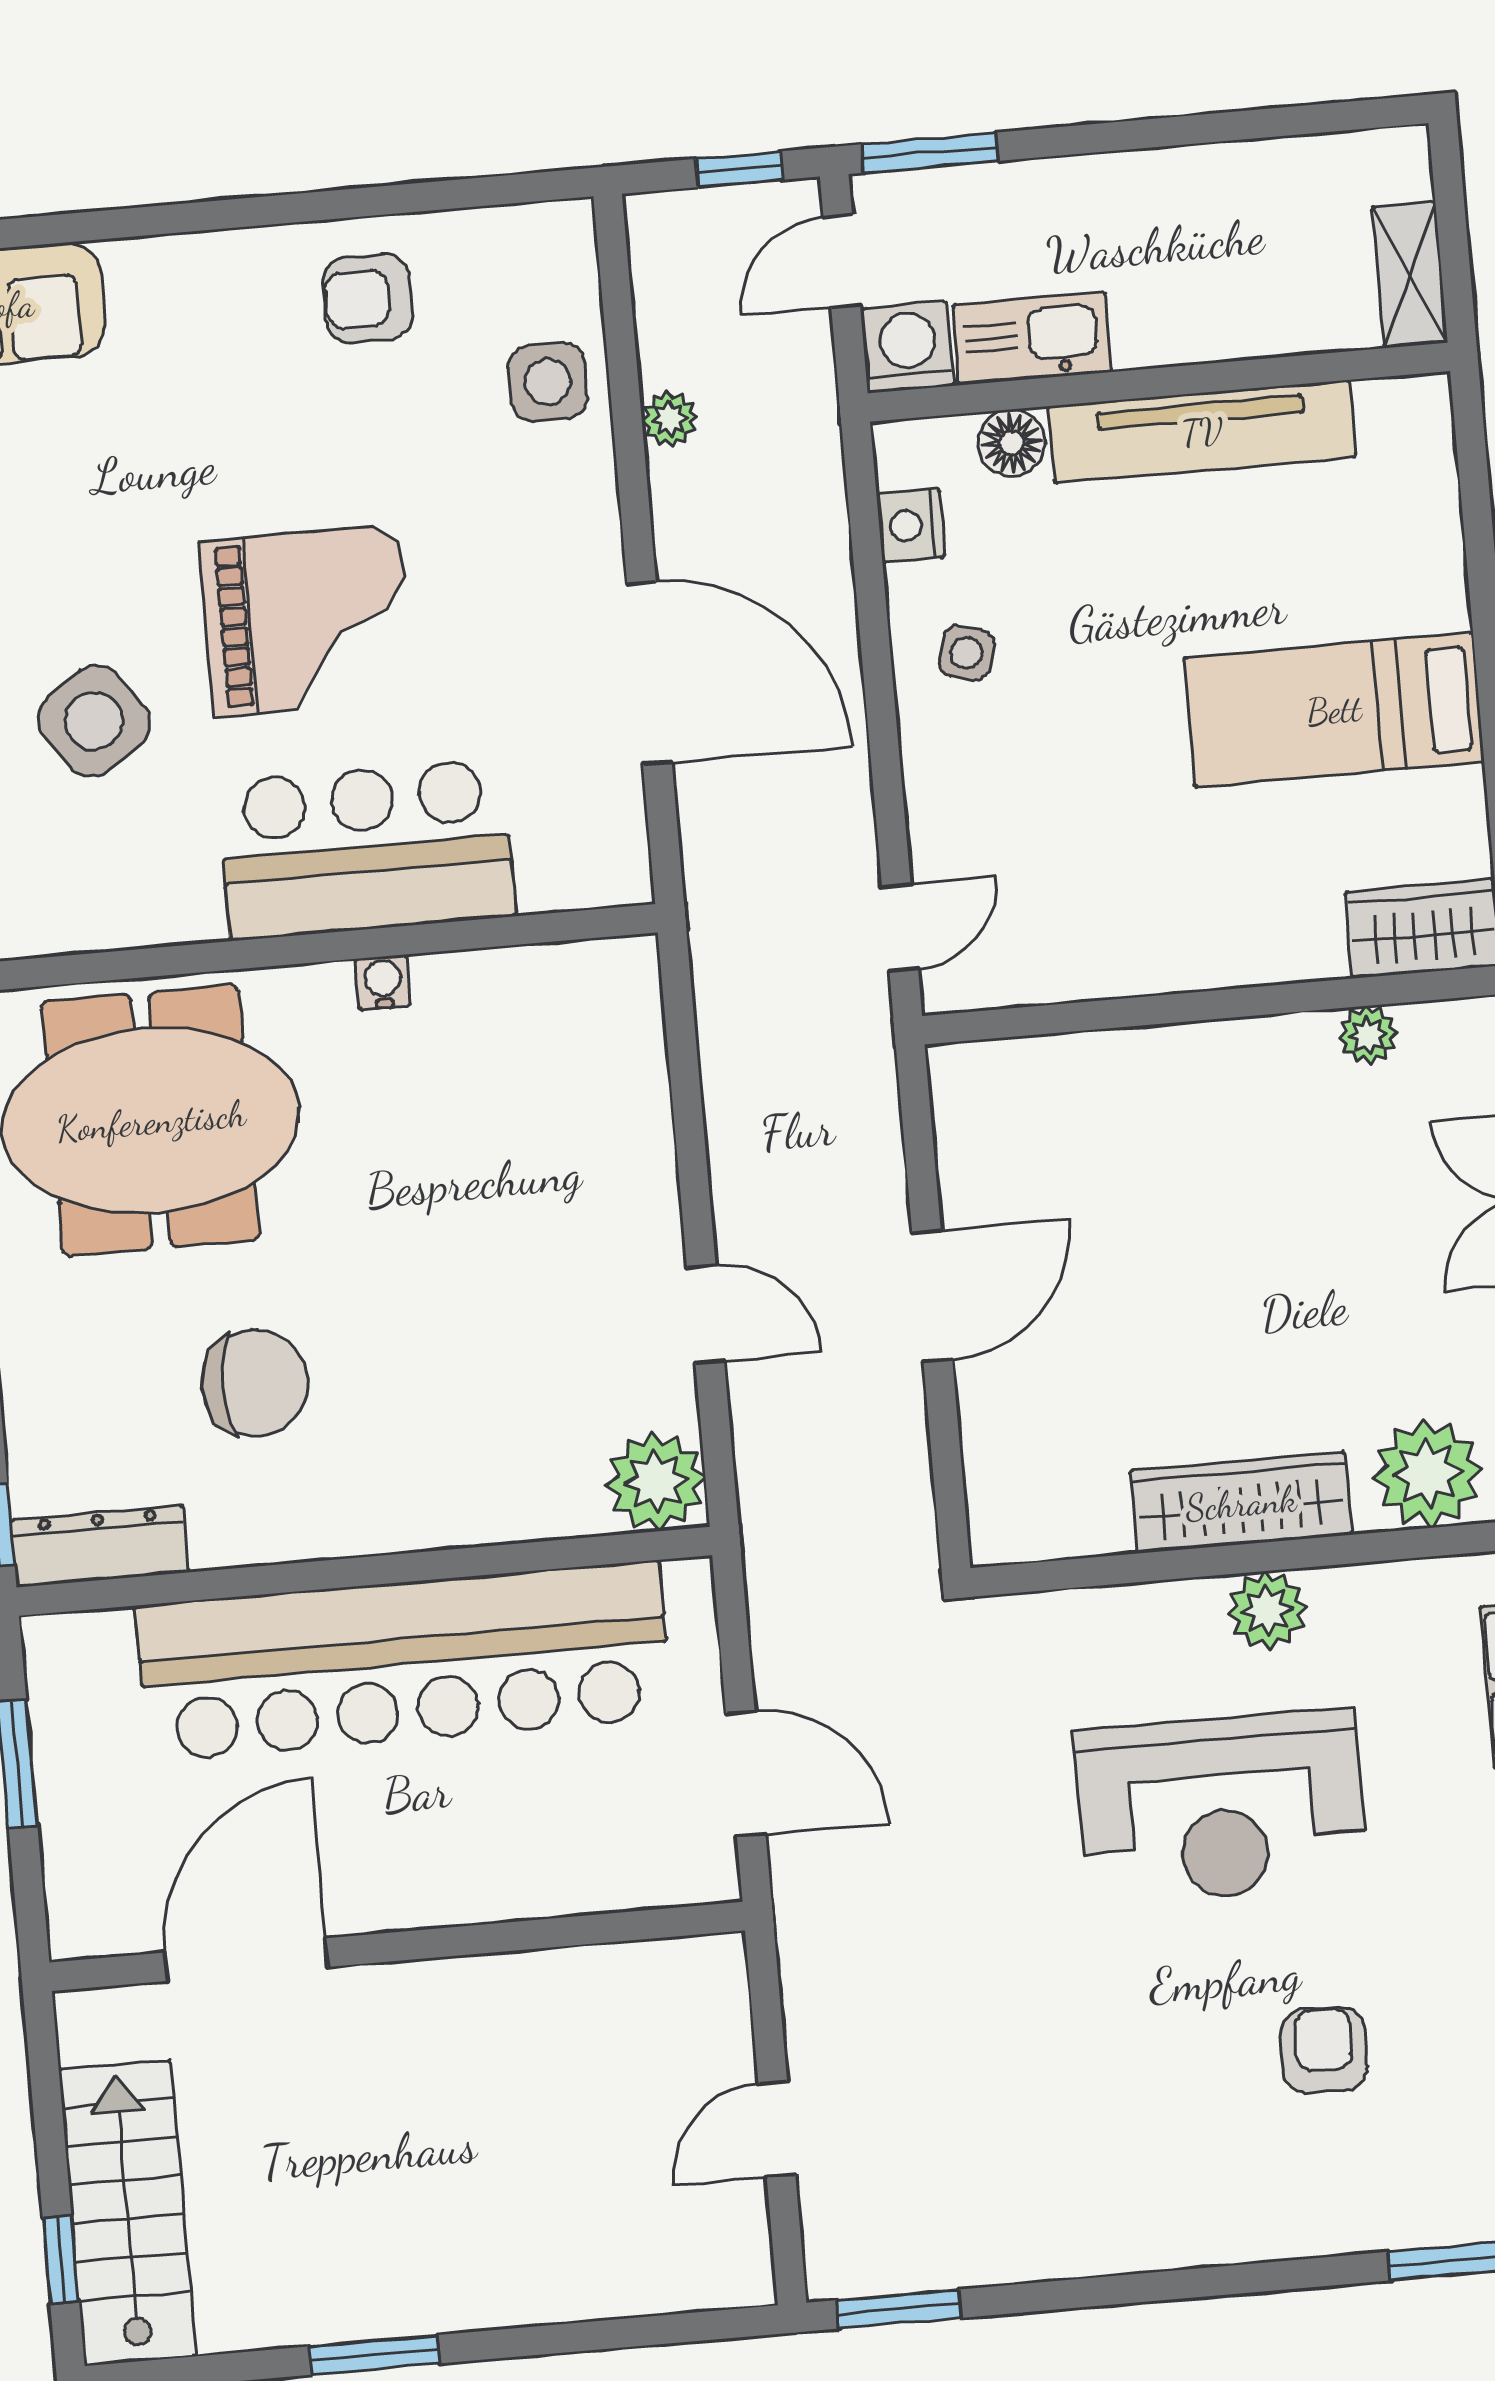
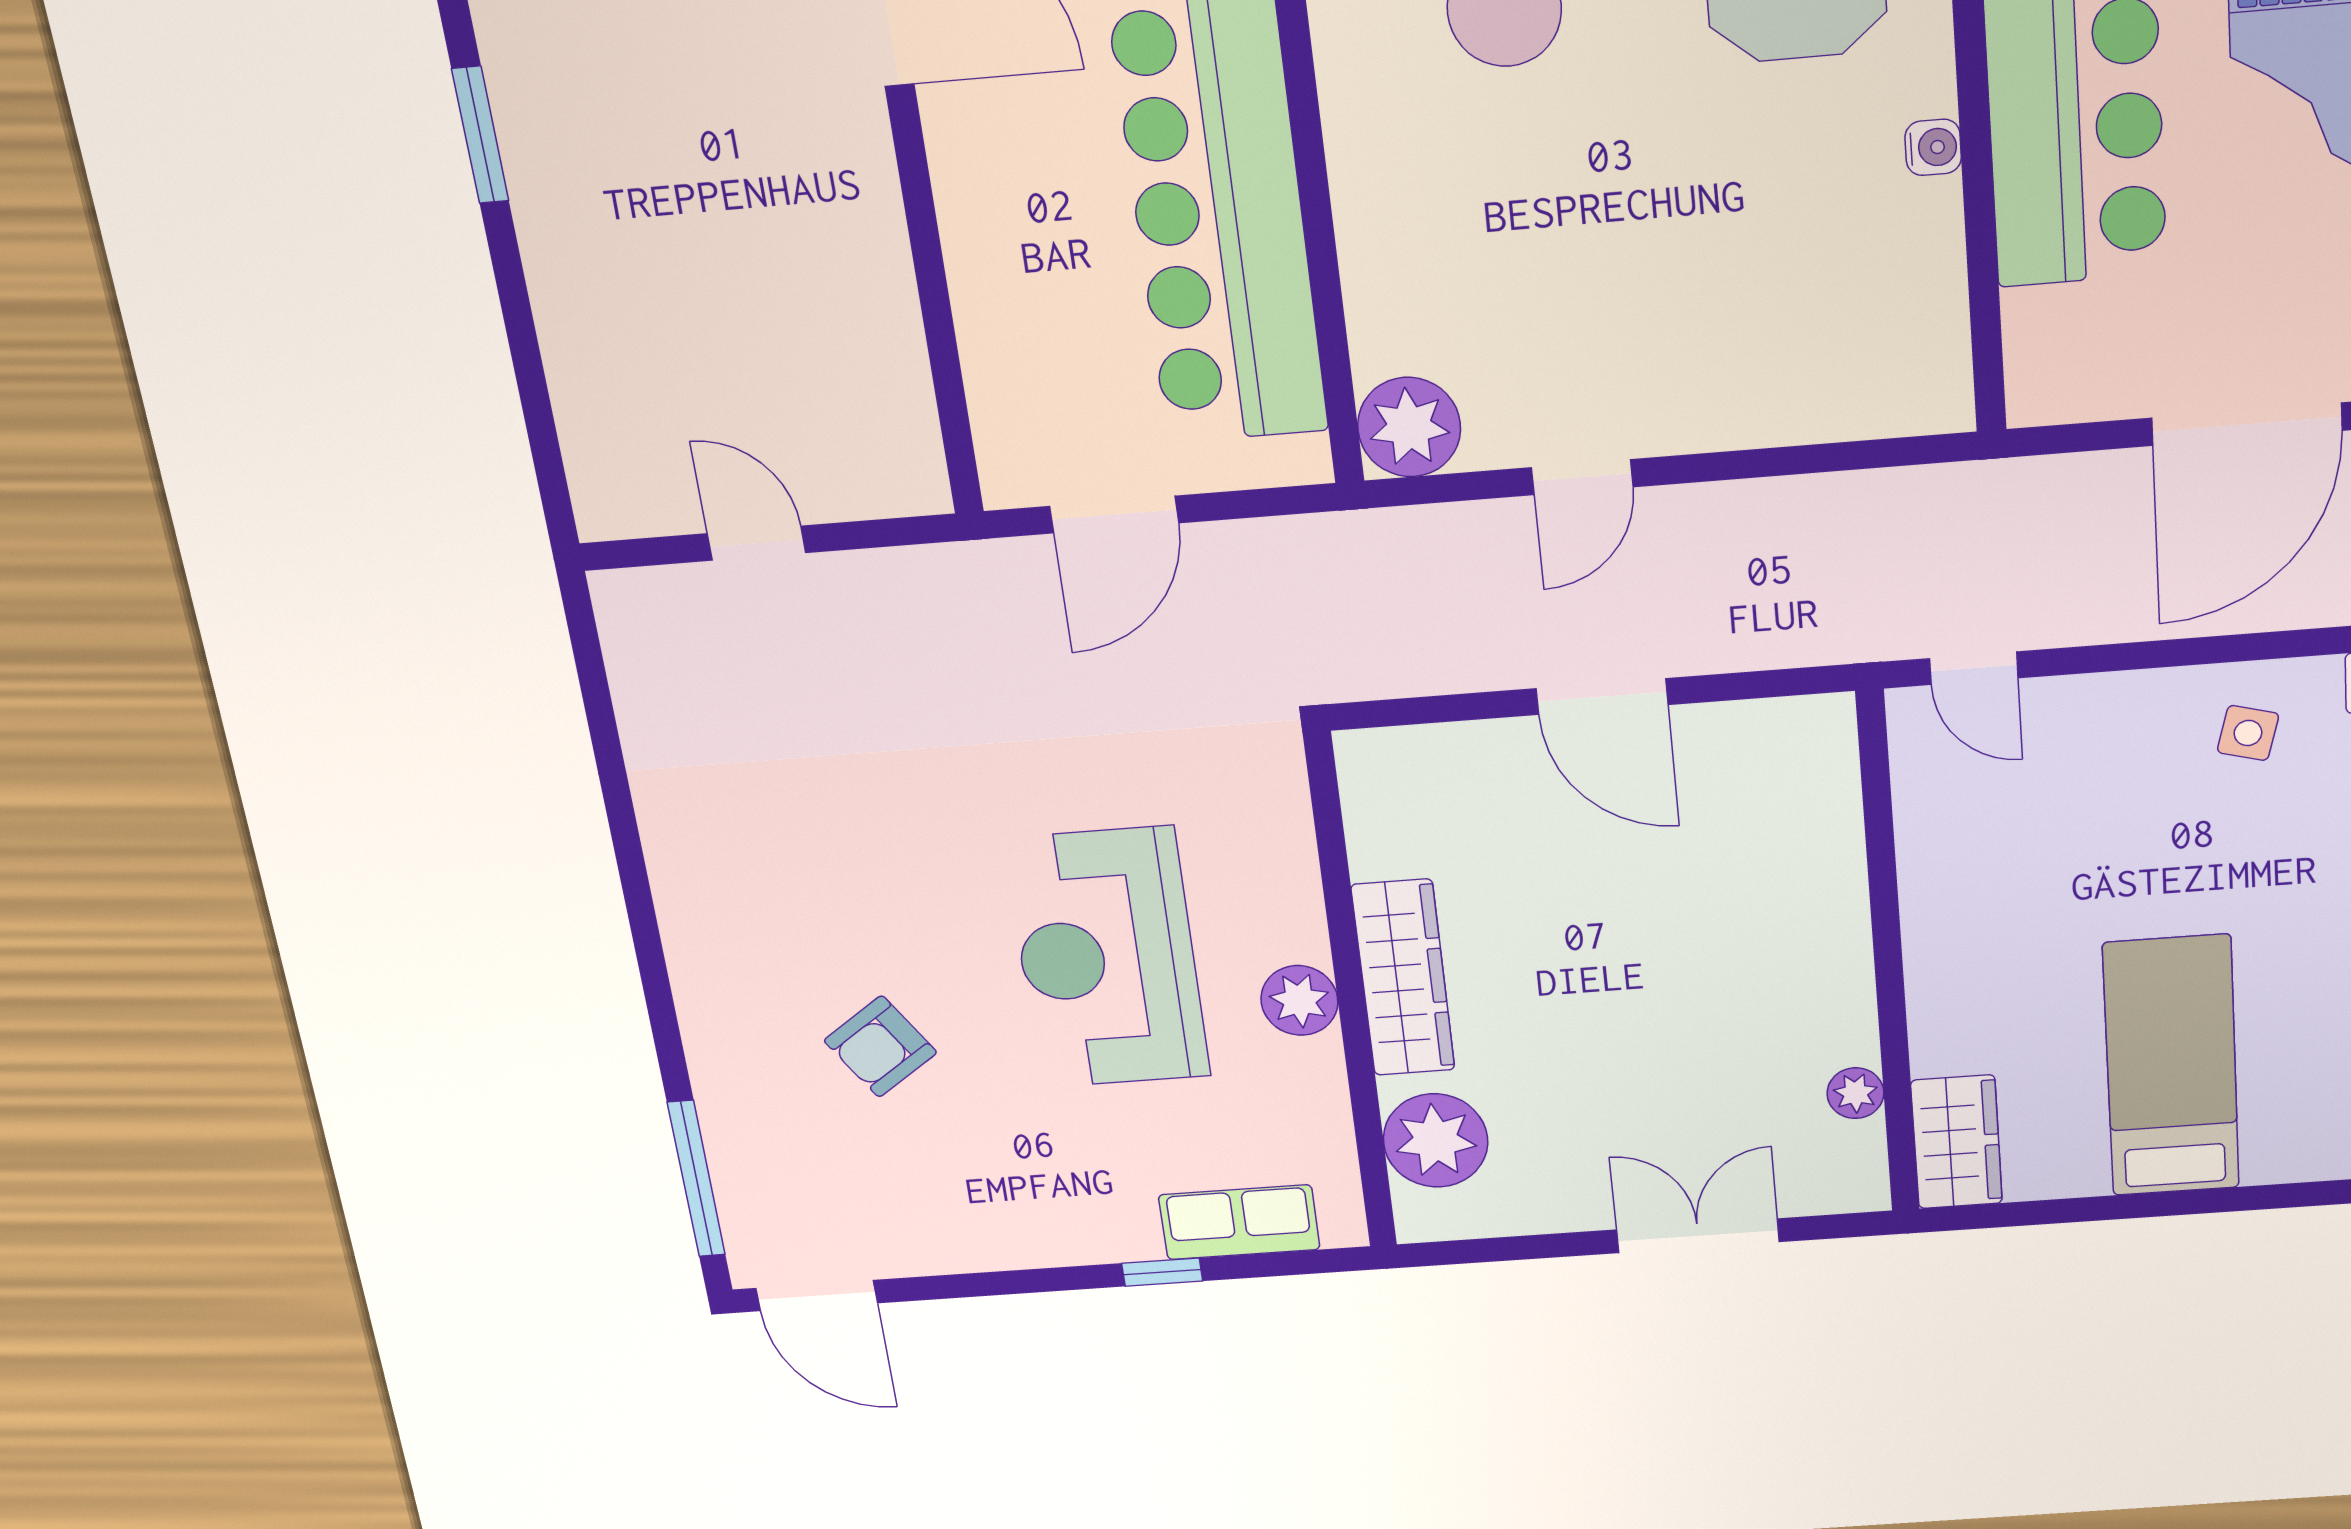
armchair: (1324, 2050) -> (880, 1046), turned 145
window: (899, 2309) -> (589, 659), removed

